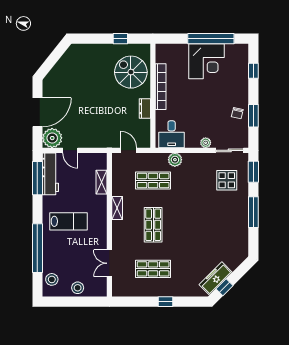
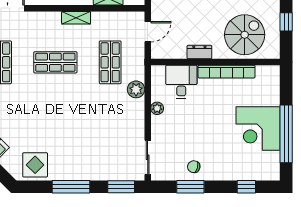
desk: (172, 134) -> (181, 82), moved, turned 90
plant: (206, 143) -> (157, 108), moved
display table: (227, 180) -> (35, 165), moved

